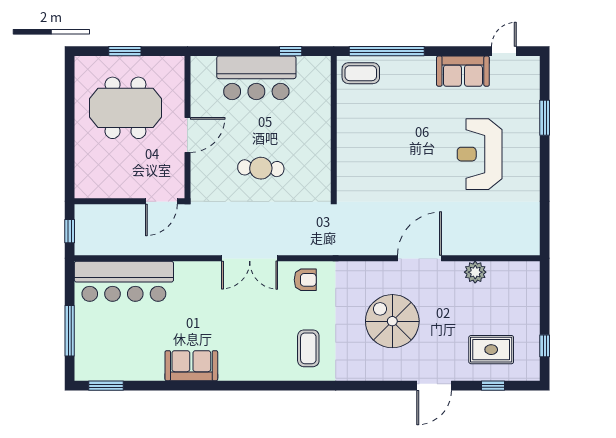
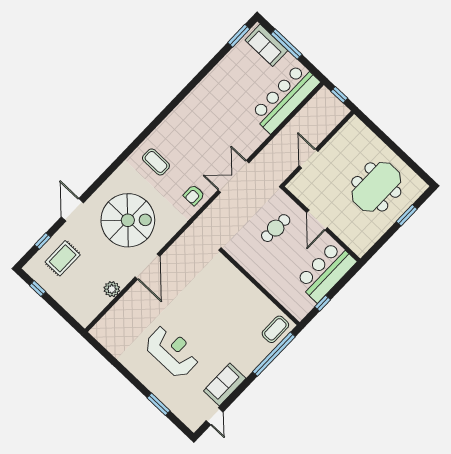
wall: (187, 127) -> (321, 224), moved
door: (187, 135) -> (317, 220), moved
spiral stairs: (392, 321) -> (128, 220), width x1.37, depth x1.37
sofa: (191, 366) -> (266, 45), moved, turned 90

